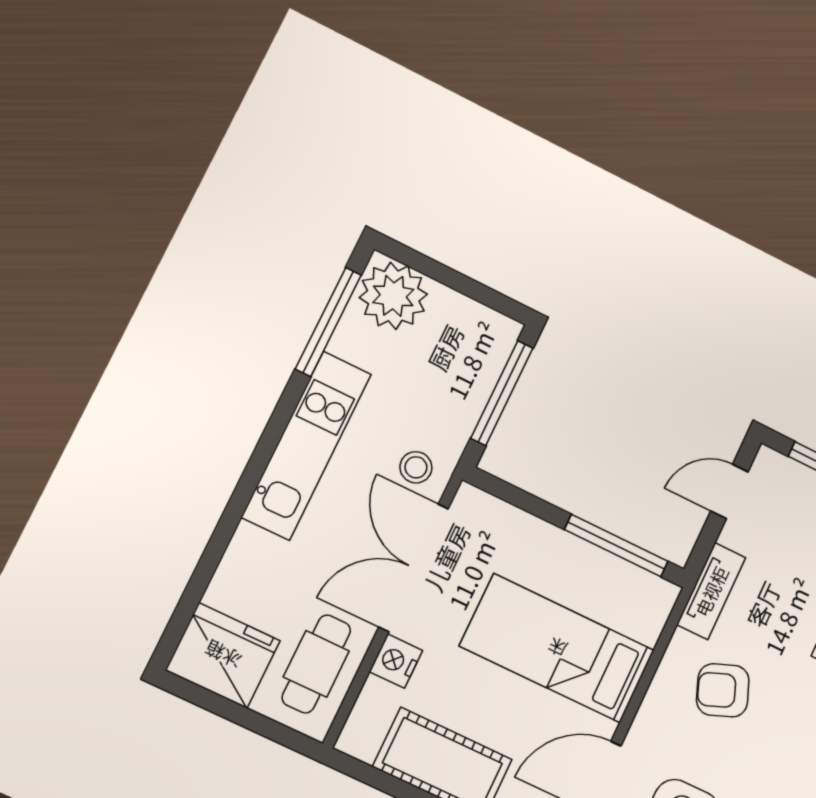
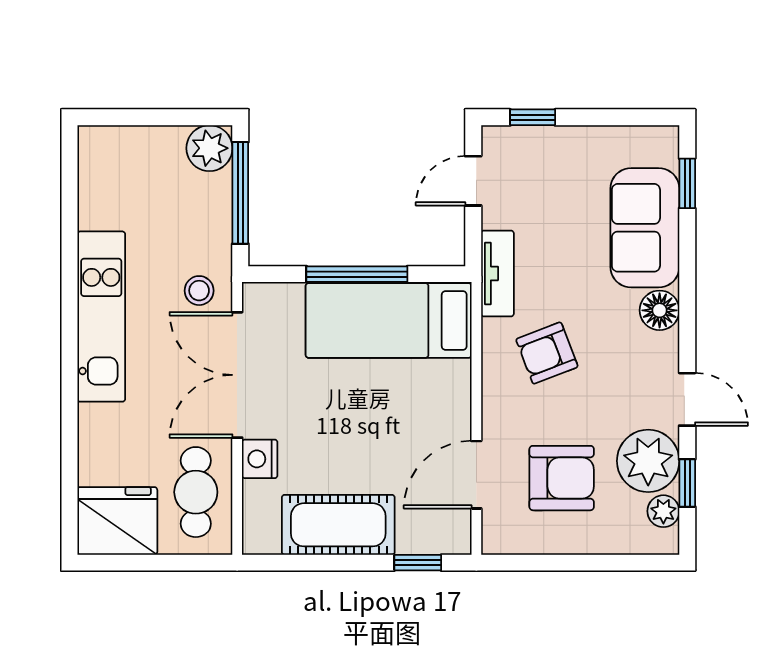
plant: (393, 296) -> (209, 148), moved, width x0.73, depth x0.73
window: (328, 322) -> (69, 205), removed
window: (616, 545) -> (357, 274), moved
bed: (557, 648) -> (389, 320), moved

